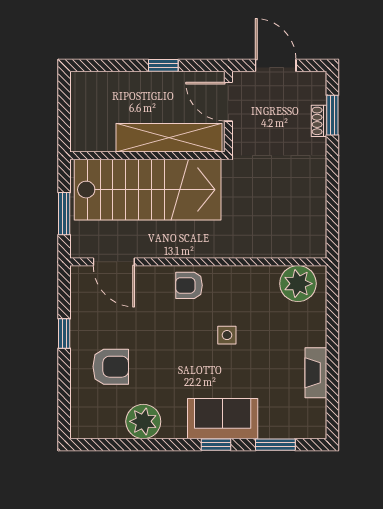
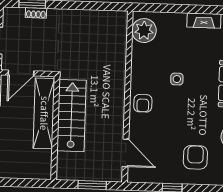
stairs: (148, 190) -> (72, 116), width x0.73, depth x0.66
door: (114, 262) -> (126, 153), hinge flipped

